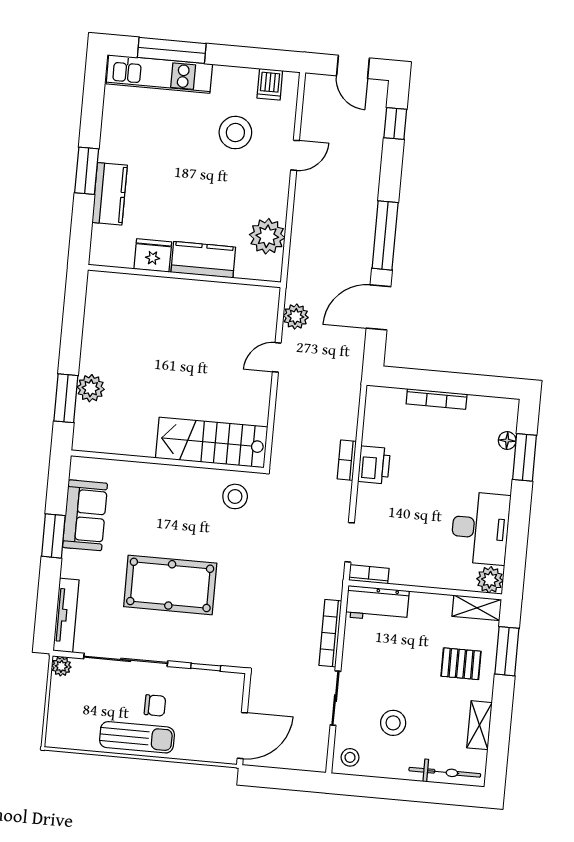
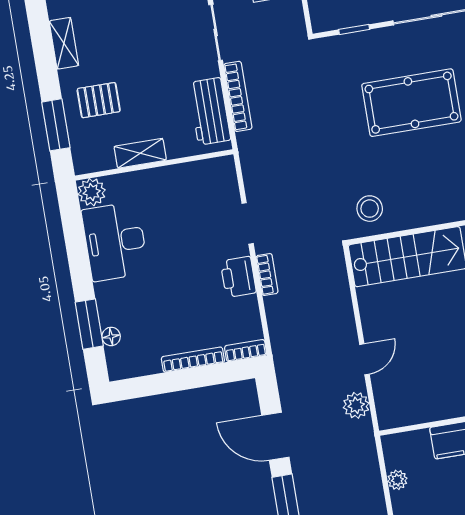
plant: (267, 236) -> (397, 480), width x0.53, depth x0.53
door: (379, 307) -> (275, 436), swing flipped
doorway: (350, 542) -> (248, 223), moved
bookcase: (369, 574) -> (246, 351), moved, turned 180
workbench: (377, 604) -> (210, 111), moved, turned -90
shelving: (477, 608) -> (140, 153), moved
stool: (393, 723) -> (151, 23), removed

